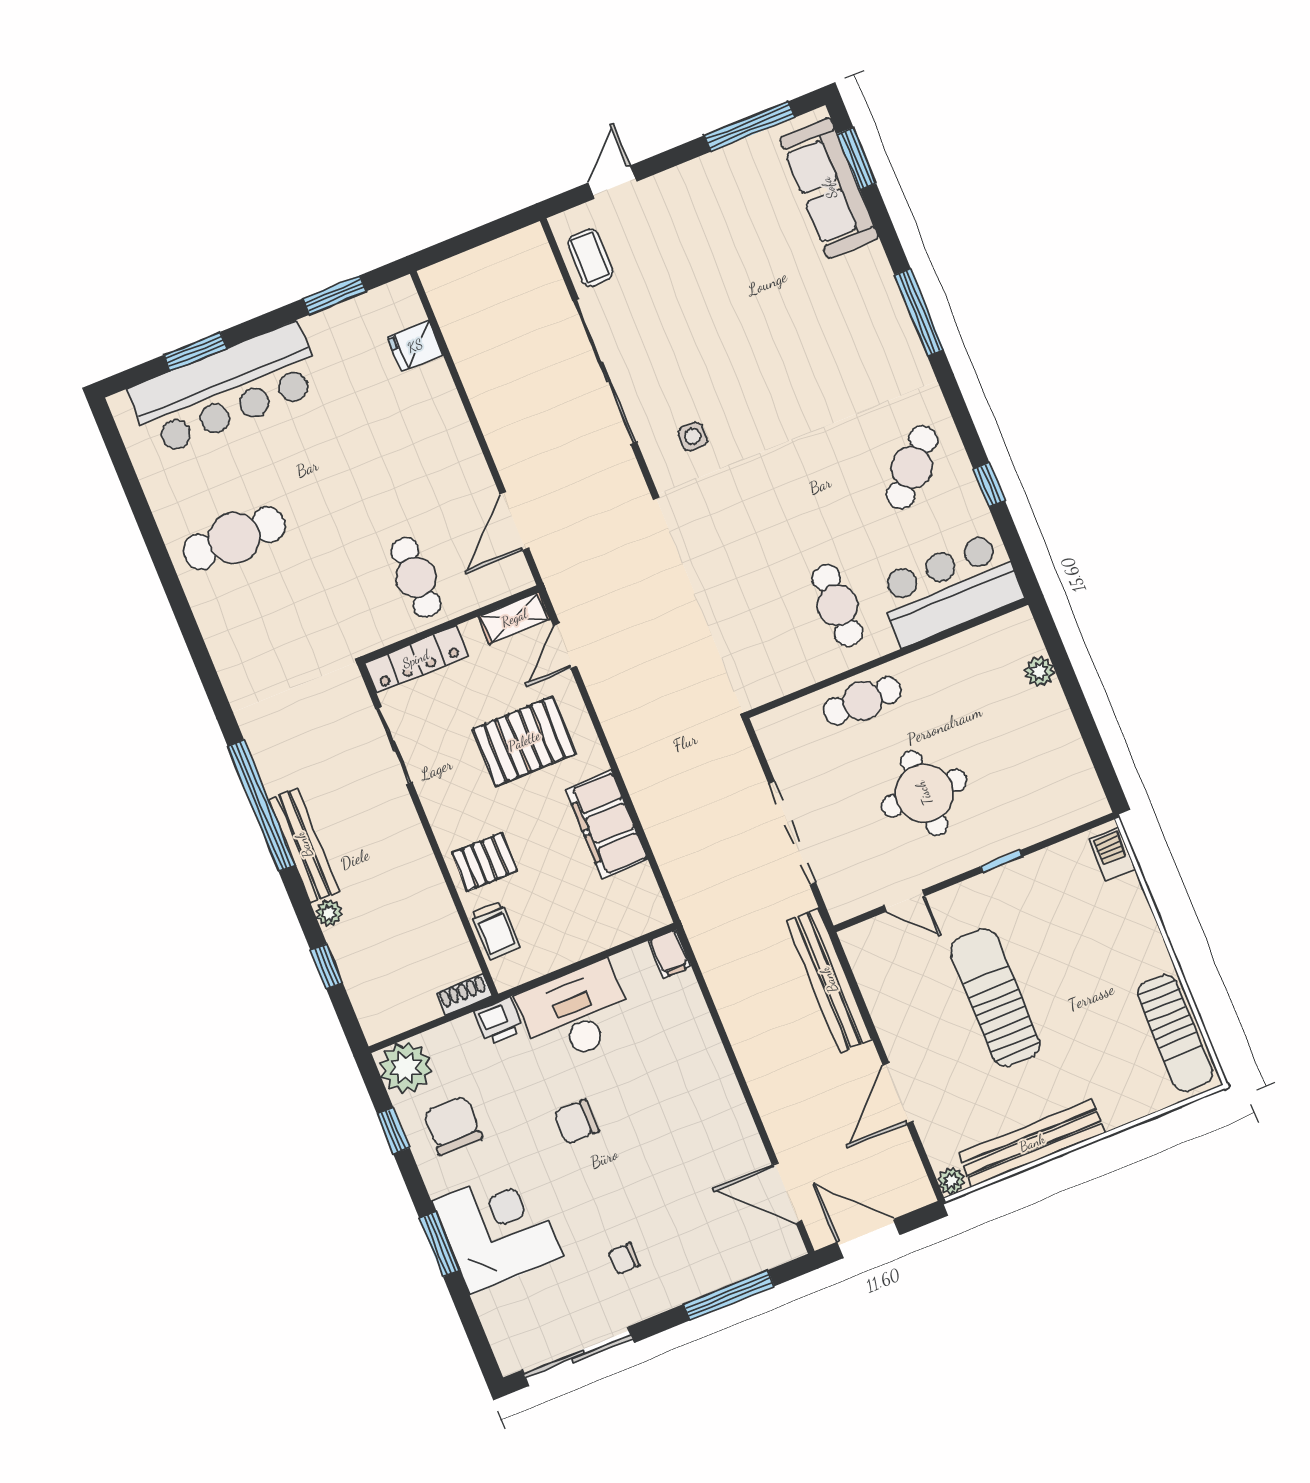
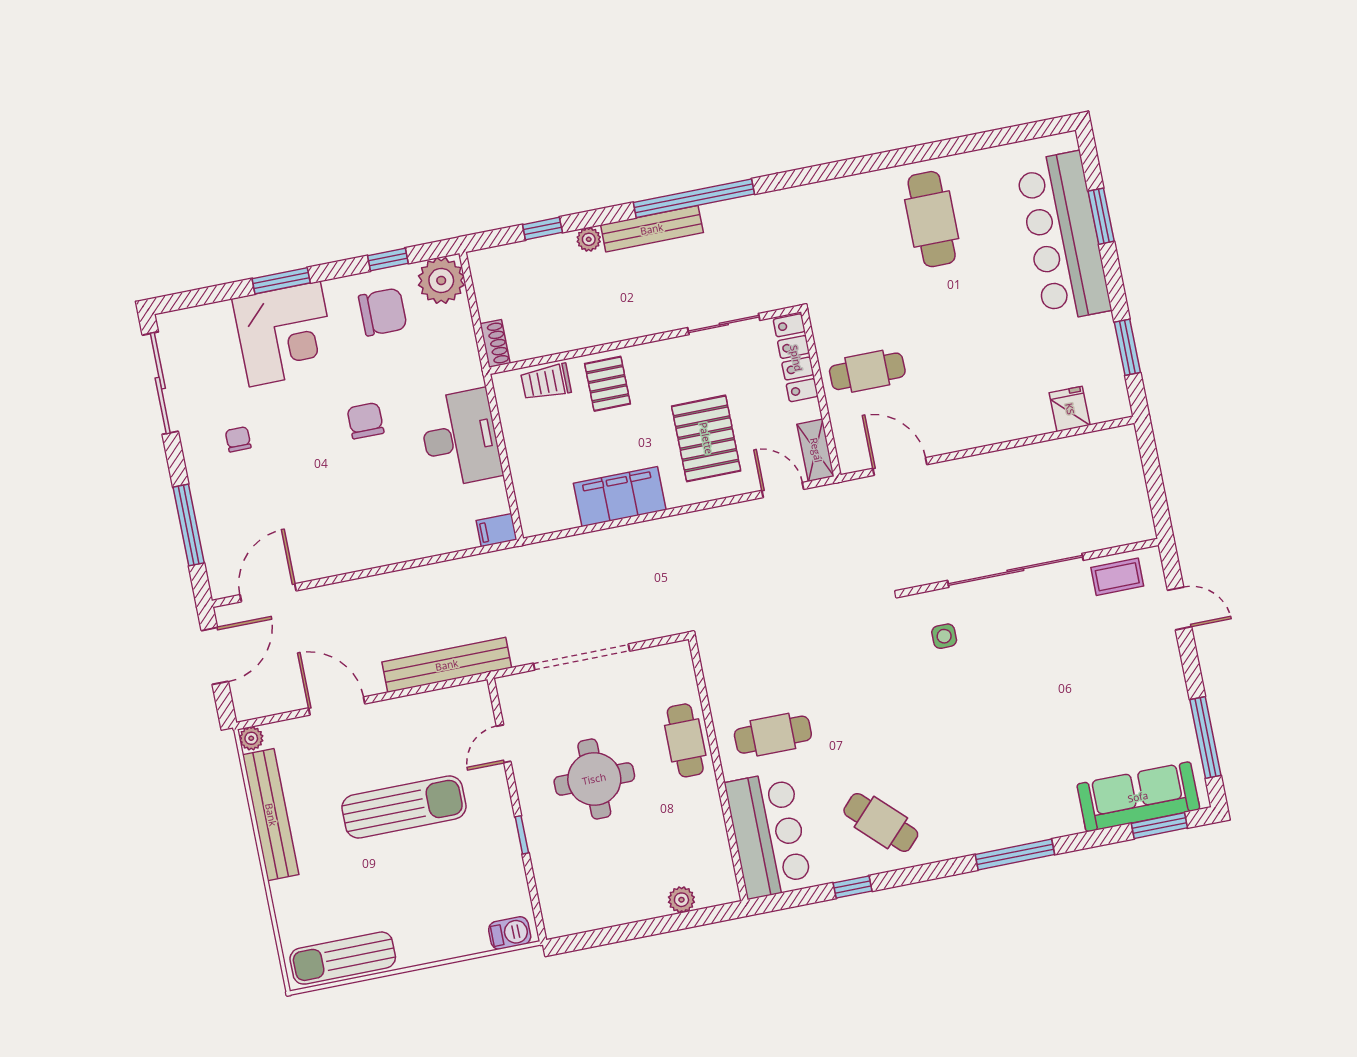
printer: (499, 1021) -> (466, 370), removed

